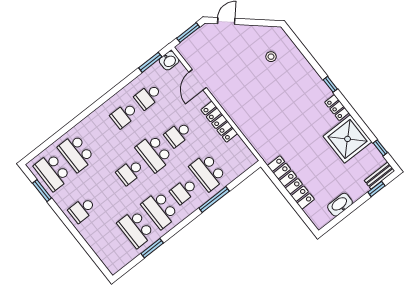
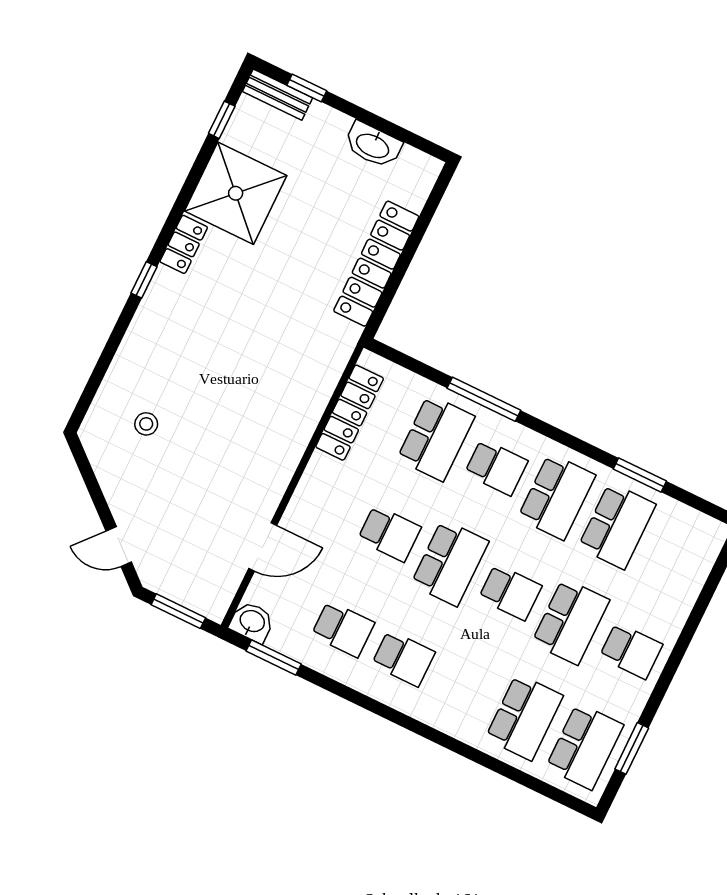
locker: (219, 122) -> (350, 413), moved
school desk: (106, 191) -> (571, 621), added

